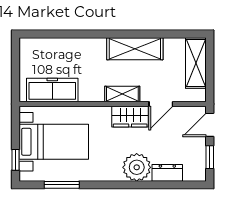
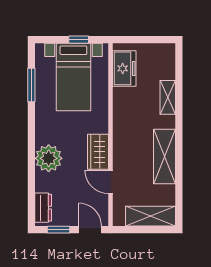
freezer: (52, 90) -> (124, 68), width x0.71
shelving: (122, 94) -> (168, 97), moved
window: (15, 160) -> (79, 40), moved
dresser: (167, 173) -> (43, 208), moved

